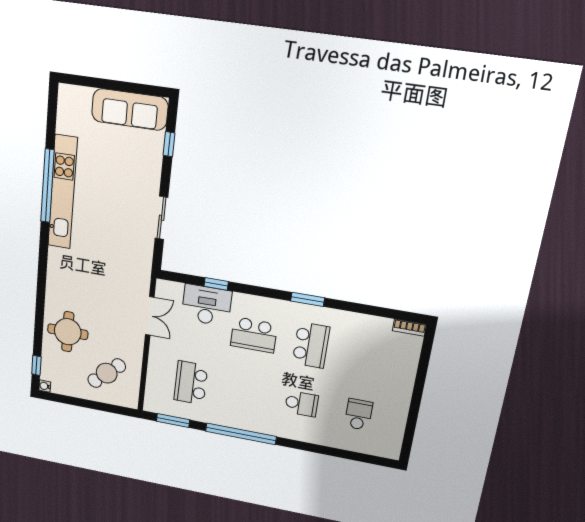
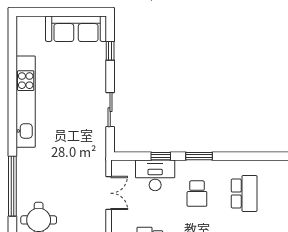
window: (47, 186) -> (12, 186), moved
window: (308, 299) -> (199, 156), moved
school desk: (254, 335) -> (197, 194), width x0.54

